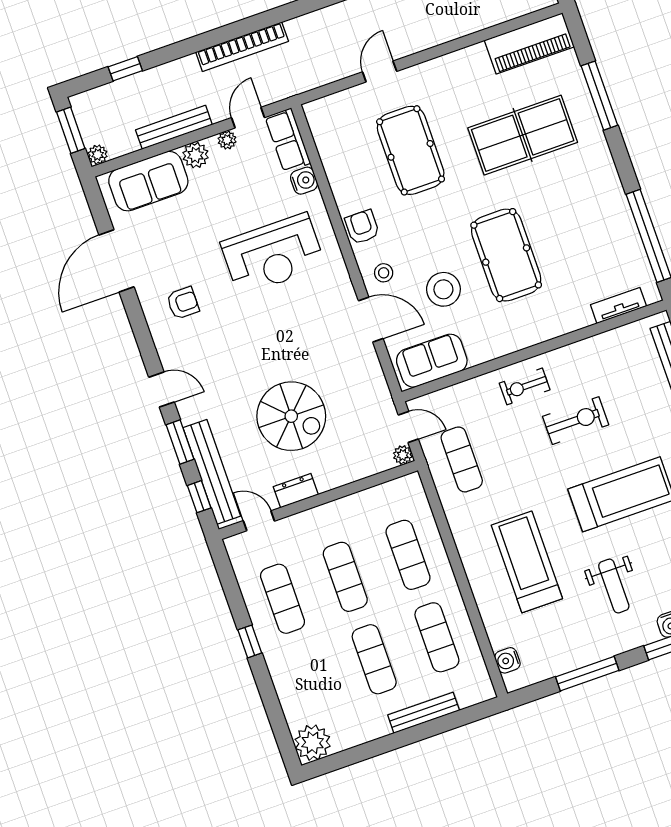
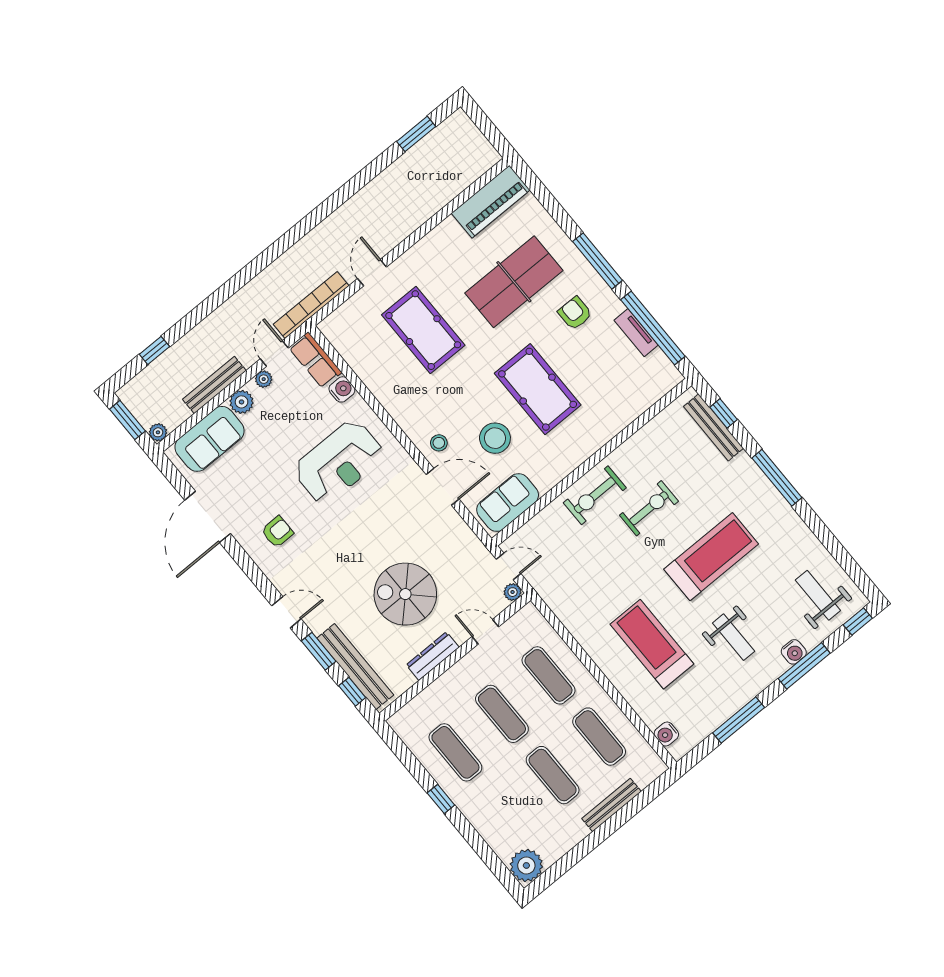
bookcase: (242, 47) -> (311, 305), moved, turned 180
window: (599, 96) -> (597, 261), moved
armchair: (362, 227) -> (575, 313), moved
tv unit: (618, 305) -> (636, 333), moved, turned -90
exercise bike: (525, 386) -> (595, 495), width x1.38, depth x1.39
spiral stairs: (291, 416) -> (405, 594), turned 180
exercise mat: (462, 459) -> (564, 577), removed
dresser: (296, 491) -> (433, 656), width x1.44
door: (259, 521) -> (485, 632), moved

